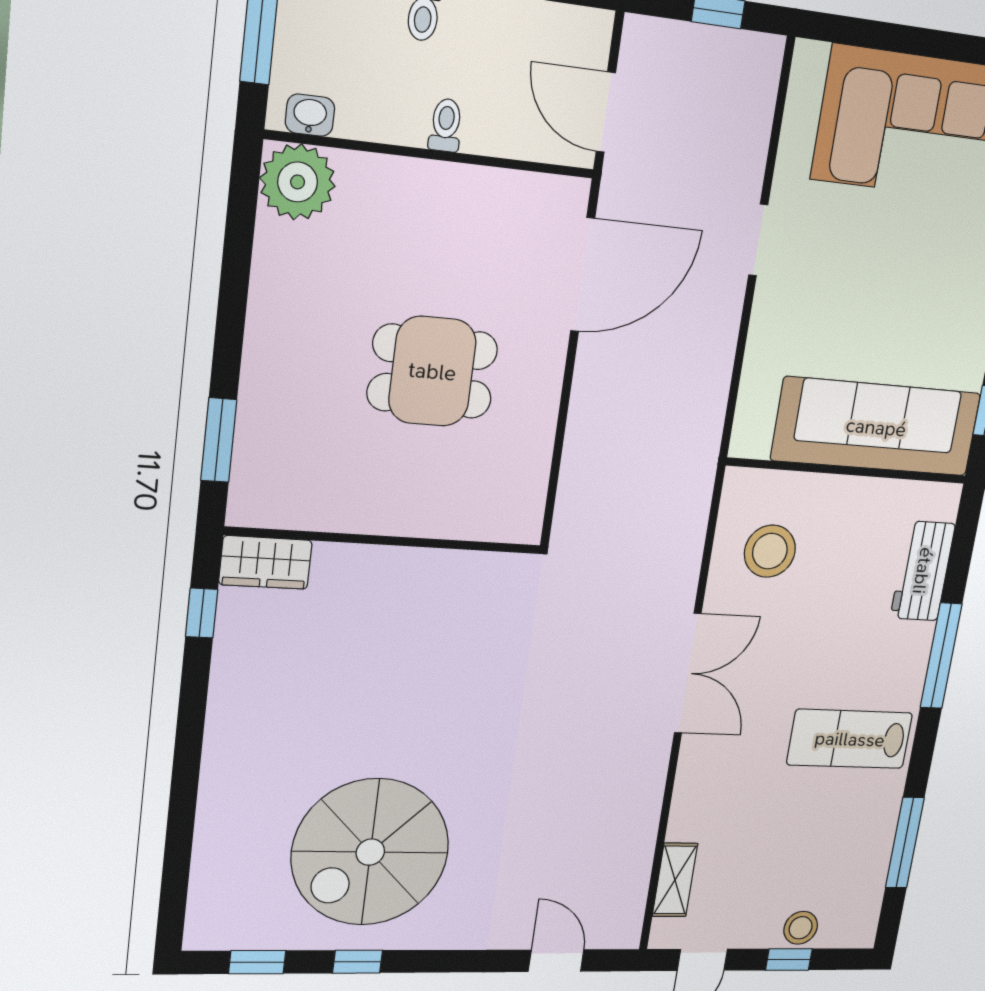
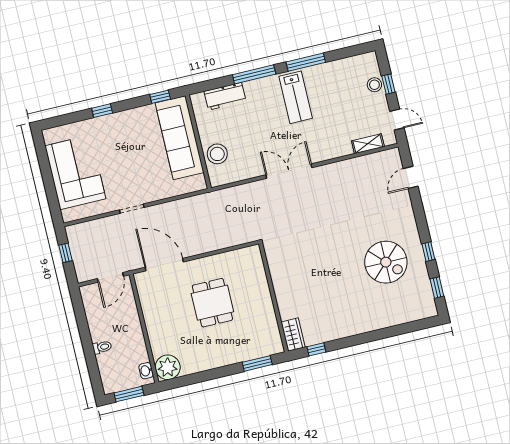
toilet: (446, 125) -> (134, 328), removed
stool: (770, 551) -> (217, 154), moved
window: (905, 843) -> (306, 62), moved
spiral stairs: (370, 852) -> (386, 262), width x0.73, depth x0.73

